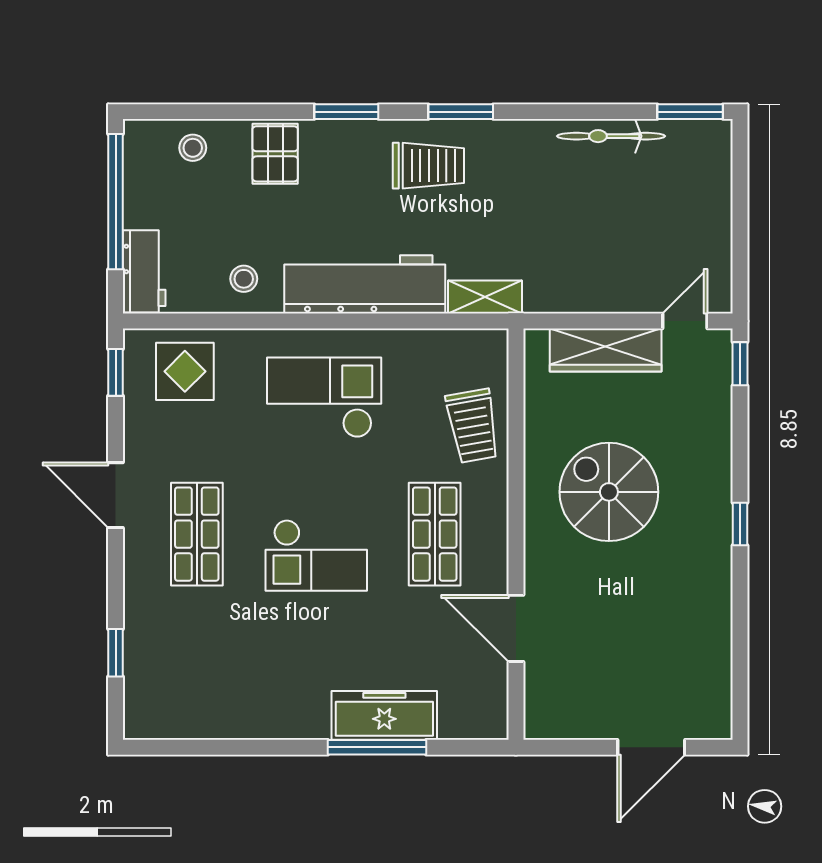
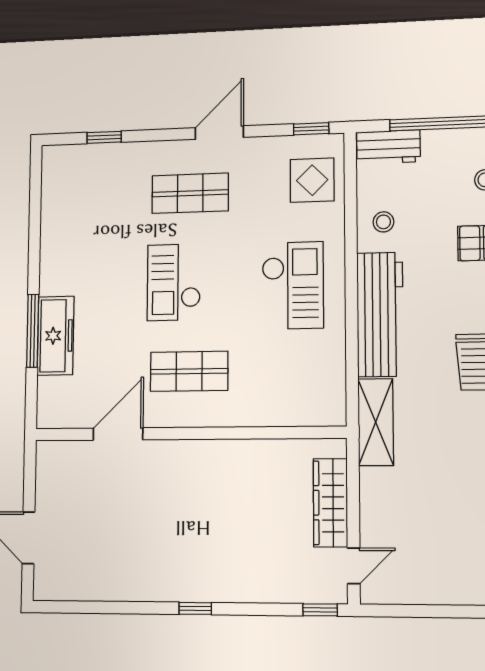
shelving: (485, 297) -> (376, 422), width x1.50, depth x1.33
door: (685, 321) -> (354, 566), hinge flipped
trolley: (473, 426) -> (271, 399), removed
spiral stairs: (609, 492) -> (220, 505), removed

